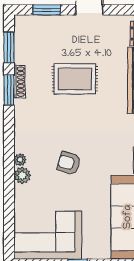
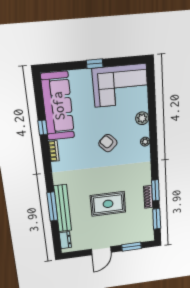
armchair: (69, 163) -> (108, 143), turned -150
plant: (22, 175) -> (142, 118), moved

